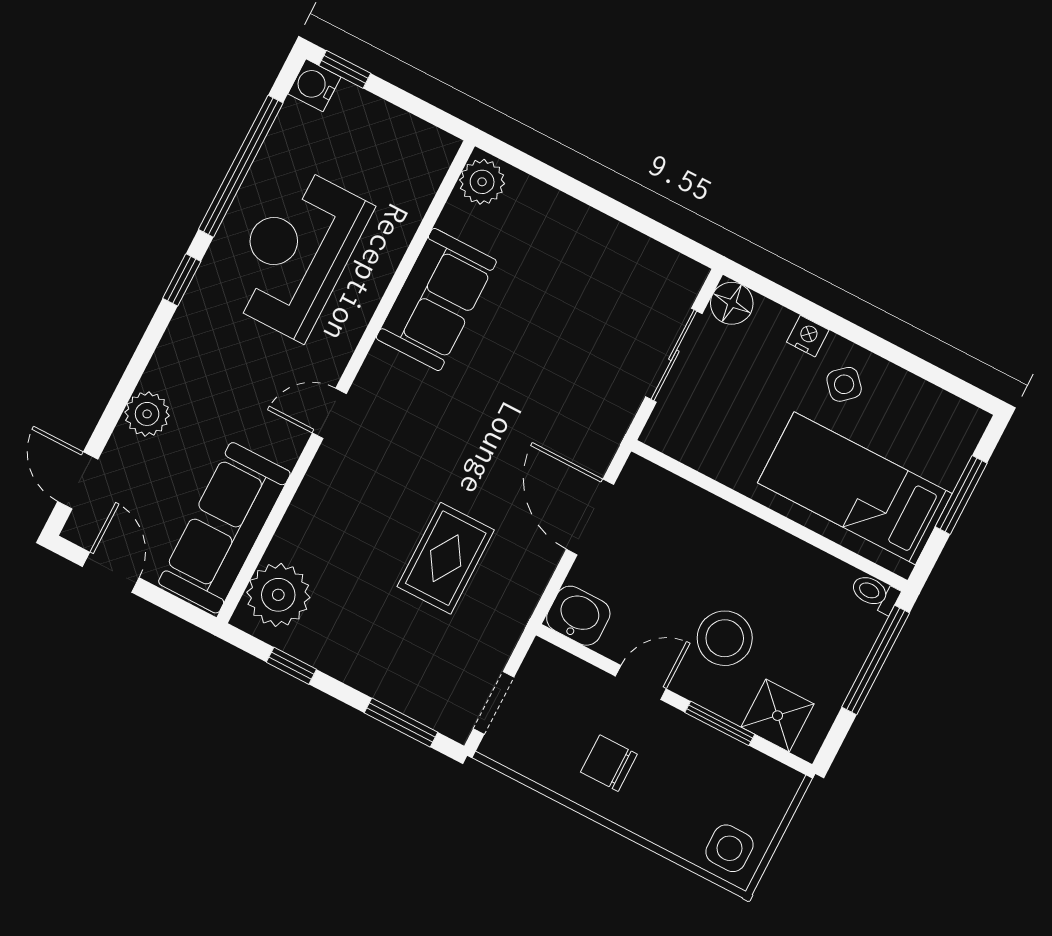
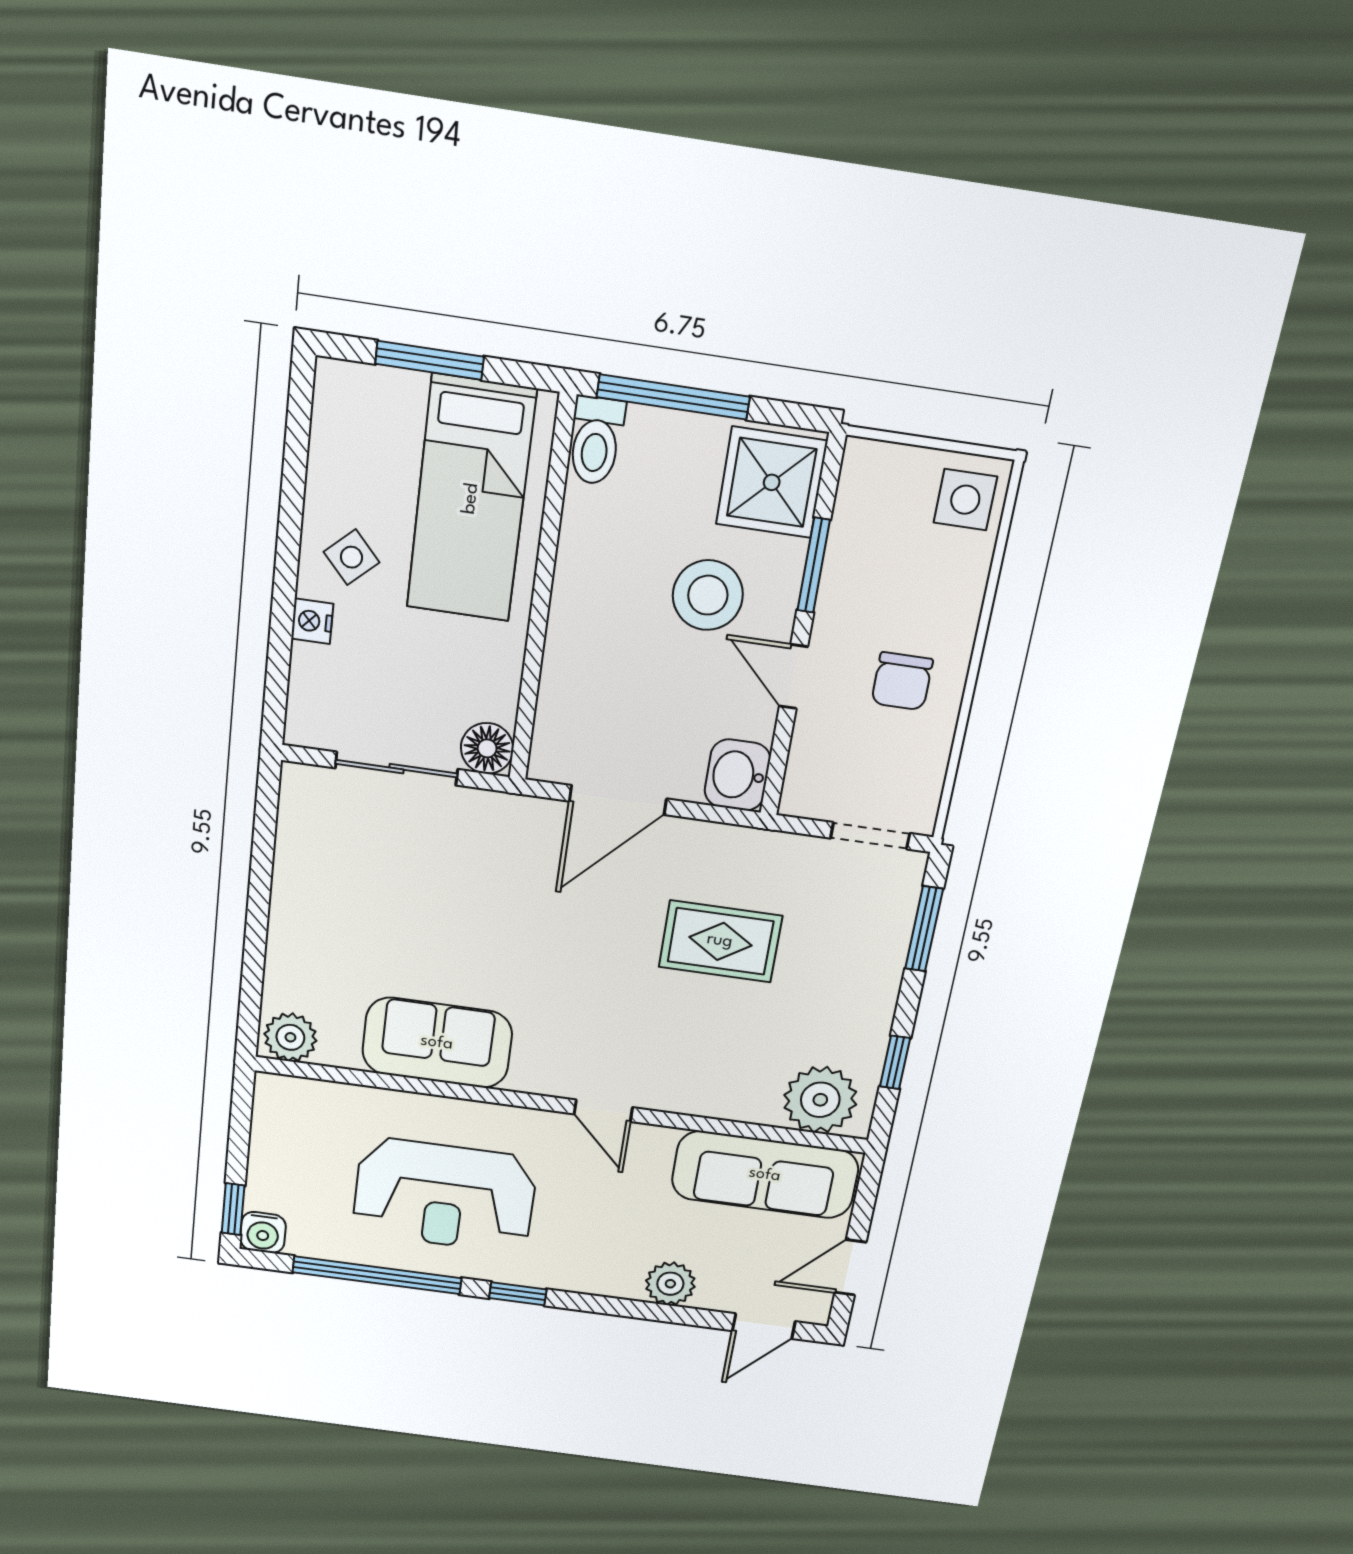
floor lamp: (732, 303) -> (487, 748), moved
toilet: (875, 593) -> (596, 441), width x1.37, depth x1.39
shower: (777, 716) -> (772, 482), width x1.36, depth x1.36

